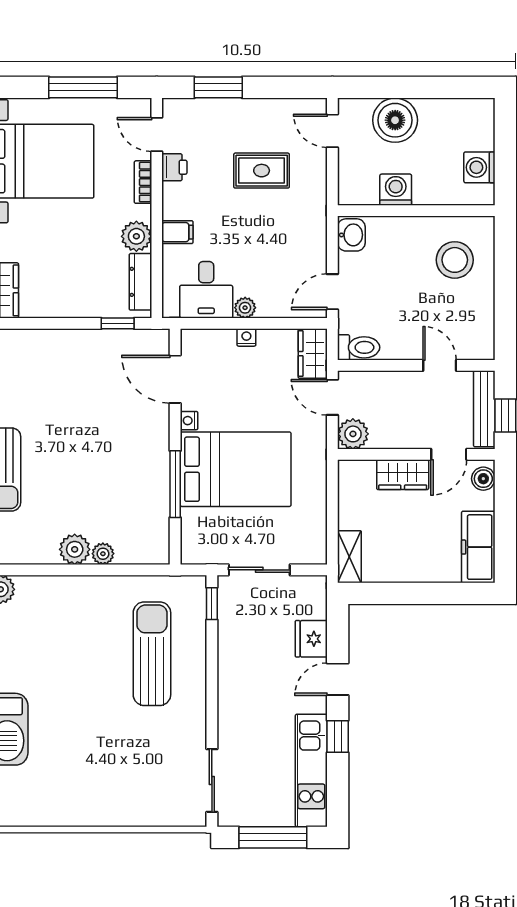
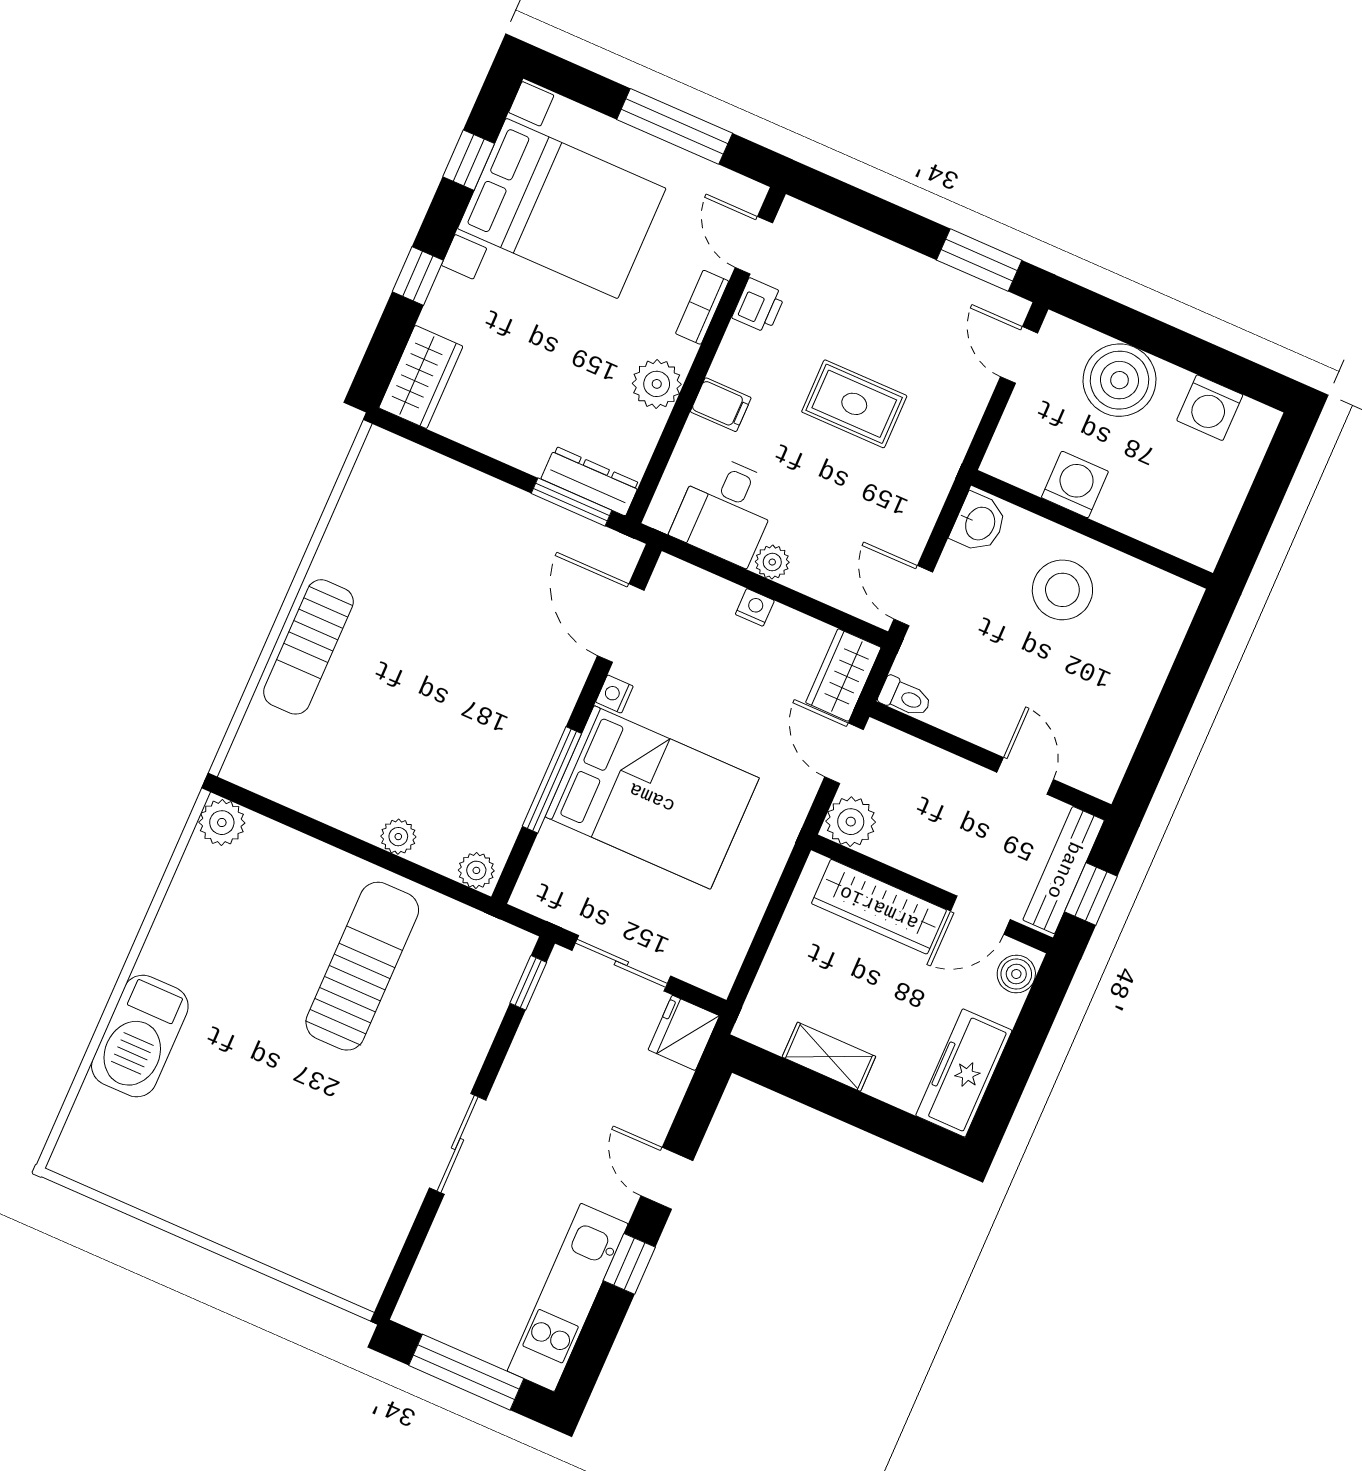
window: (218, 87) -> (979, 260), moved
washing machine: (479, 167) -> (1210, 408), moved, turned -90
rug: (262, 171) -> (854, 404), moved
stool: (455, 260) -> (1062, 590), moved
dresser: (140, 282) -> (590, 481), moved, turned 90
door: (332, 292) -> (913, 596), hinge flipped
window: (118, 323) -> (572, 502), width x1.50
toilet: (359, 347) -> (905, 697), width x0.73, depth x0.72
wardrobe: (403, 475) -> (879, 907), width x1.50
plant: (75, 549) -> (476, 870), moved, width x0.73, depth x0.73
shelving: (349, 557) -> (829, 1057), moved, turned 90
fridge: (311, 639) -> (684, 1033), moved
sun lounger: (152, 654) -> (362, 966), moved
door: (338, 679) -> (667, 1178), hinge flipped
sliding door: (212, 781) -> (458, 1144), moved

